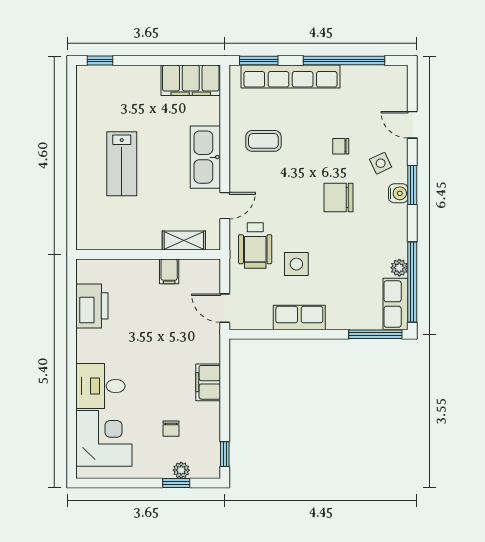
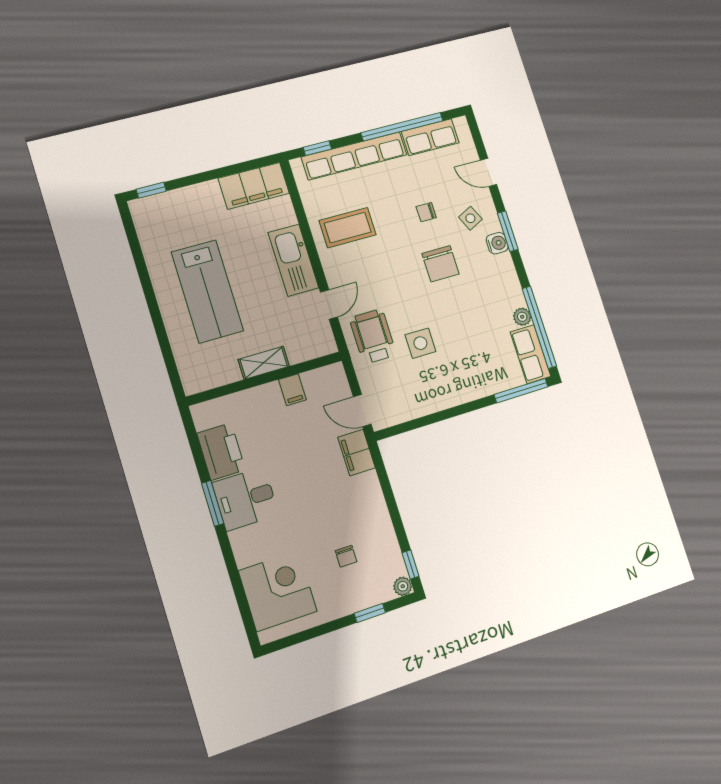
window: (259, 60) -> (317, 148), width x0.67
coffee table: (263, 141) -> (348, 228), width x1.36, depth x1.30
lab bench: (122, 164) -> (207, 291), width x1.36, depth x1.39
chair: (339, 197) -> (441, 264), turned -90
shelving: (184, 241) -> (264, 363), moved
wheelchair: (255, 246) -> (373, 336), turned 180
row of seats: (299, 318) -> (430, 137), moved, turned 180
window: (72, 347) -> (213, 503), added
filing cabinet: (208, 382) -> (356, 452), moved
desk: (100, 386) -> (246, 499), moved
plant: (181, 470) -> (403, 586), moved

